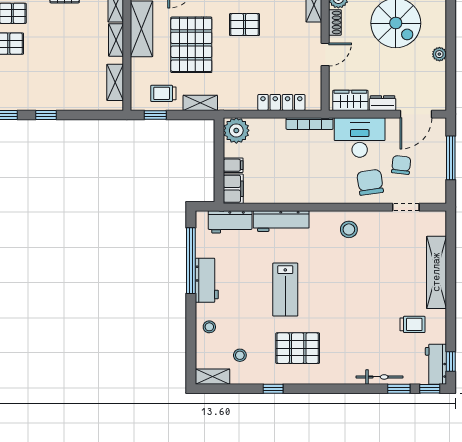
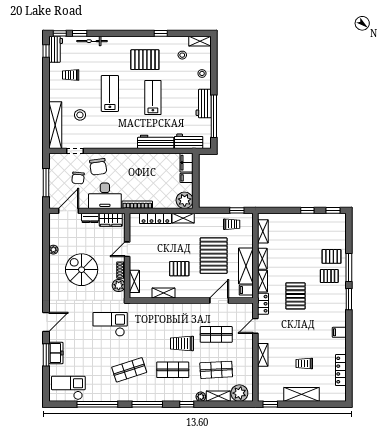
shelving: (200, 103) -> (183, 218), moved
stool: (349, 229) -> (80, 115), moved
shelving: (436, 272) -> (55, 125), moved
lab bench: (352, 296) -> (110, 93), added

